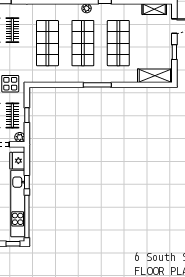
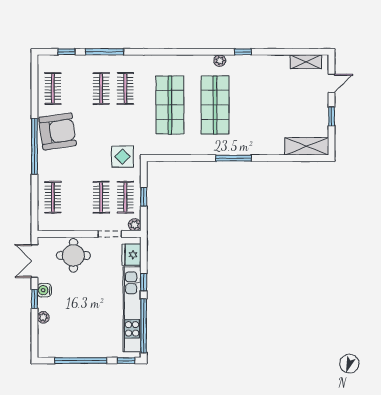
shop shelf: (118, 43) -> (260, 105), removed

